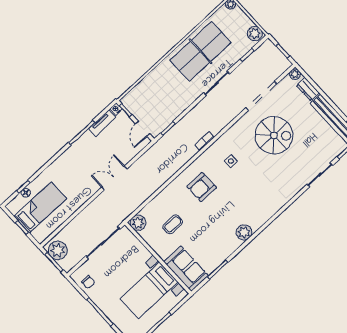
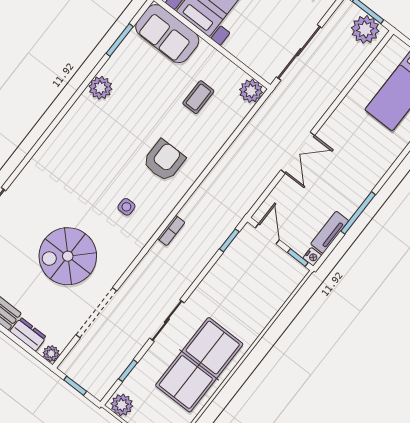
plant: (244, 232) -> (100, 88), moved

